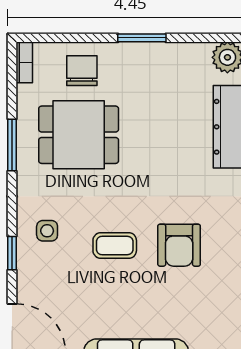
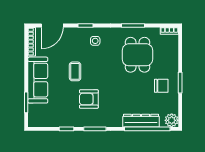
chair: (82, 71) -> (161, 86), moved
coffee table: (115, 246) -> (75, 71), moved

